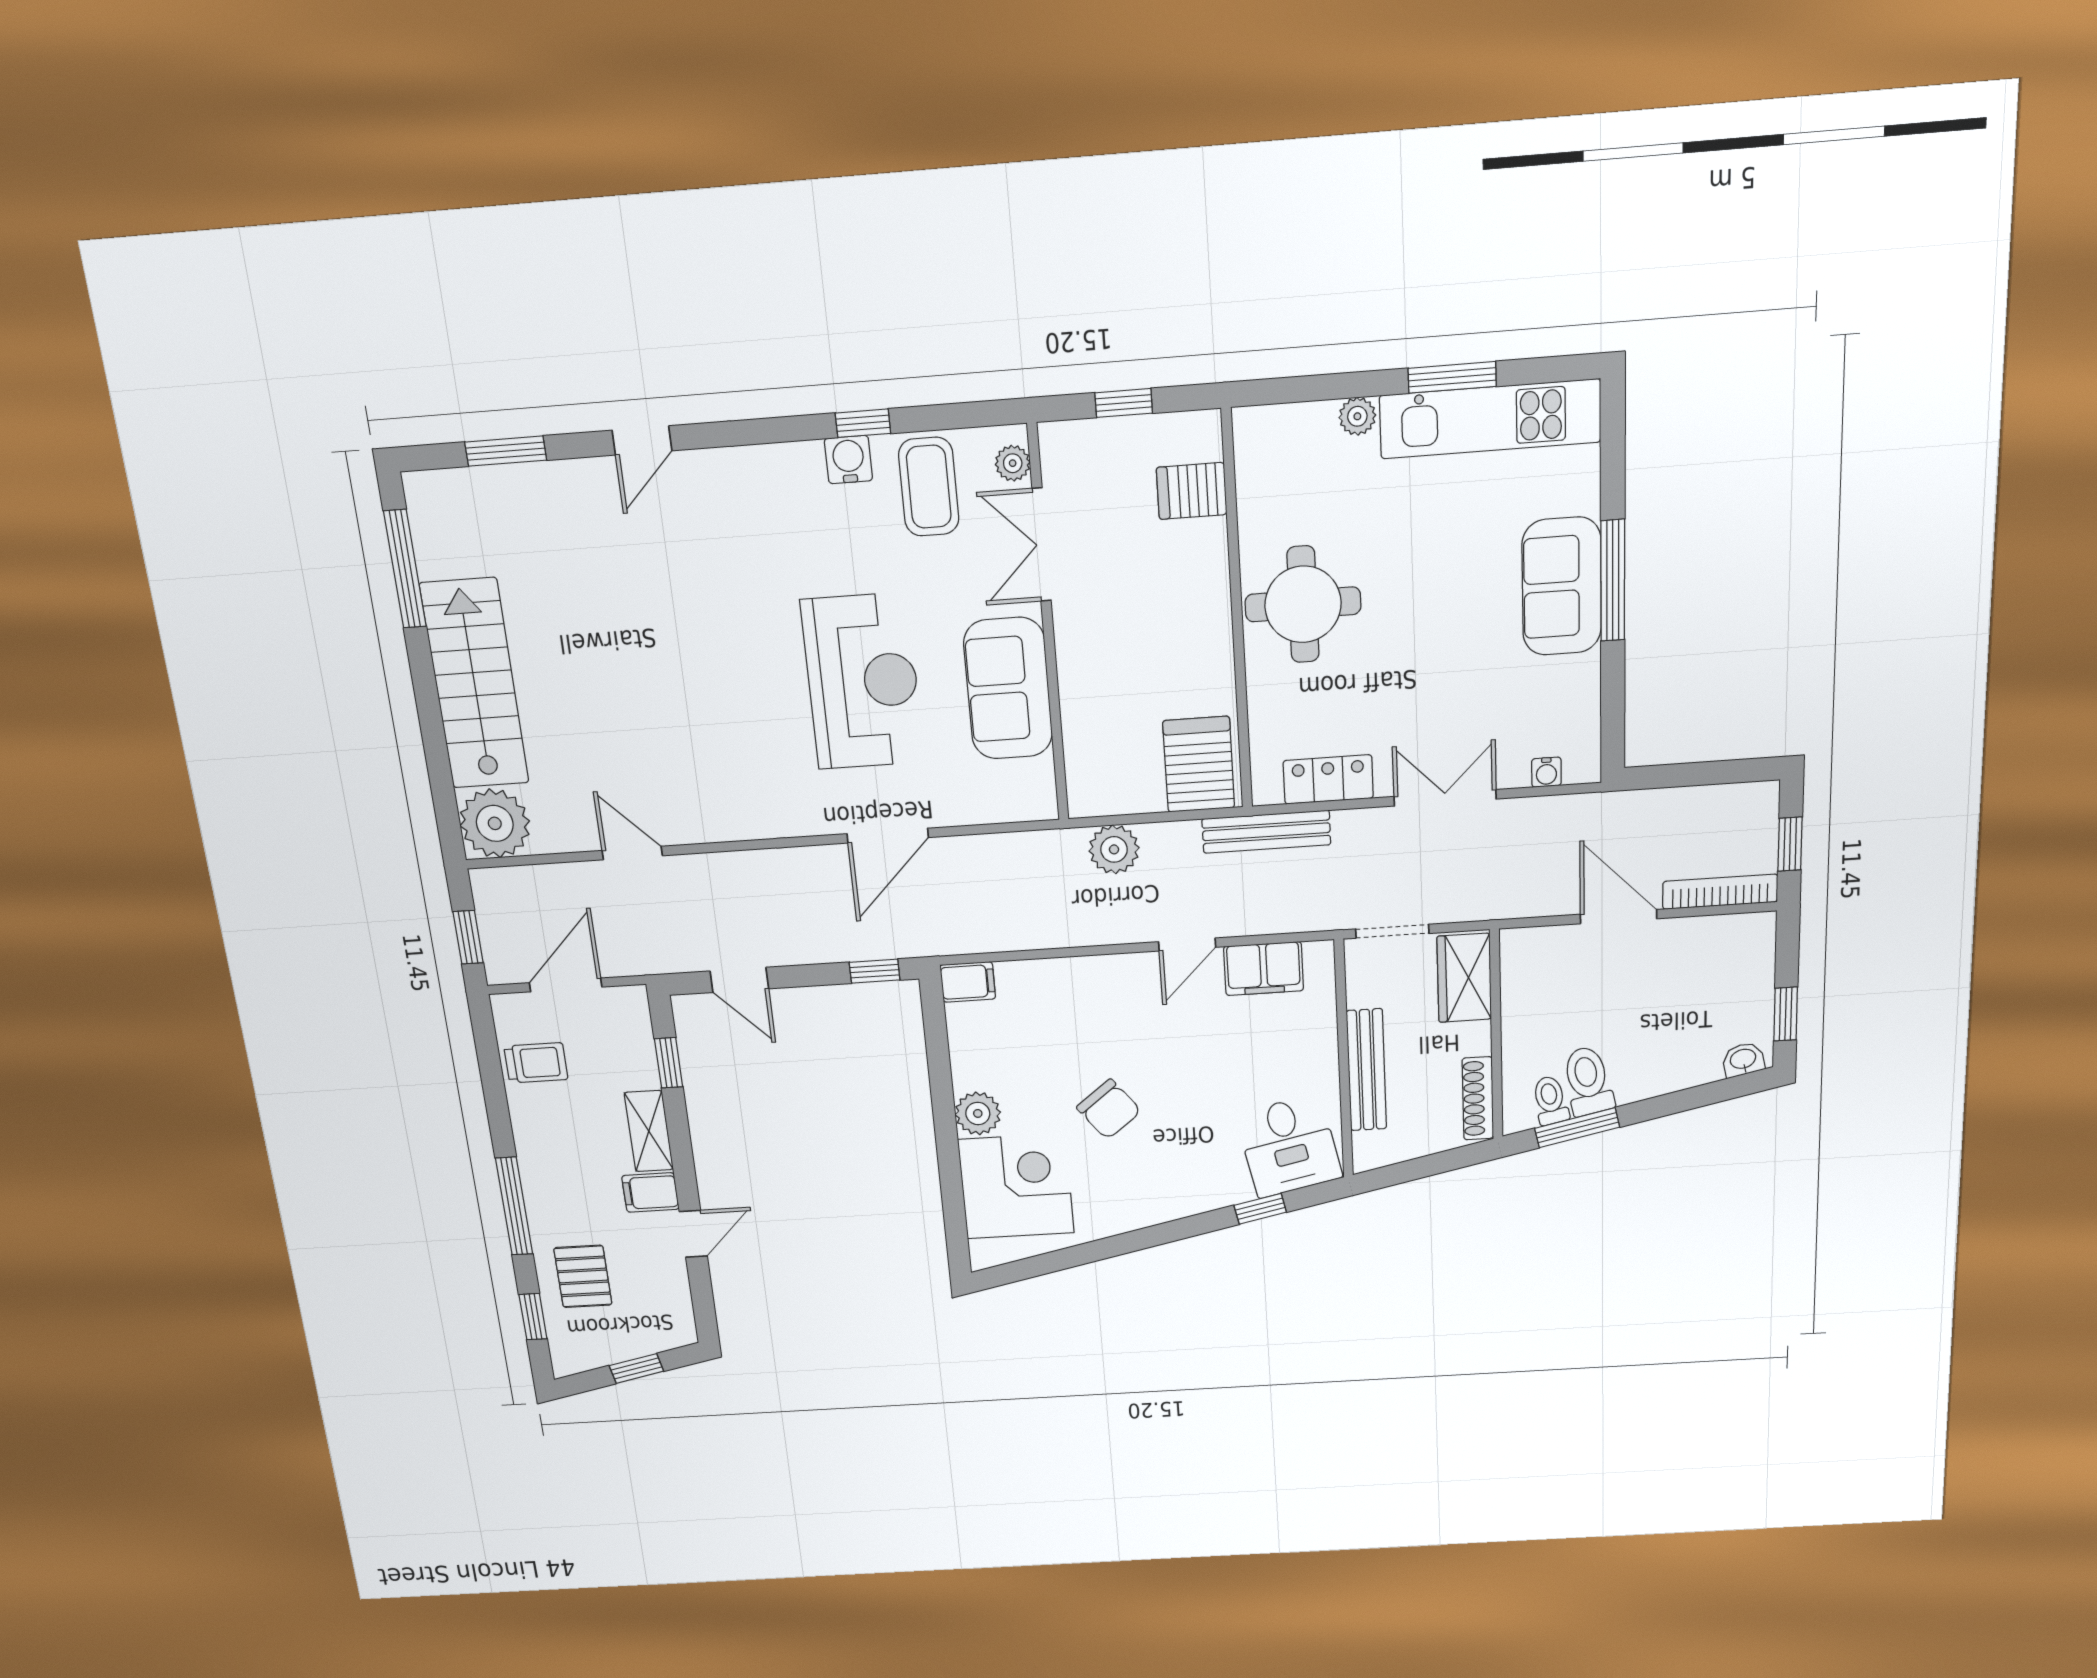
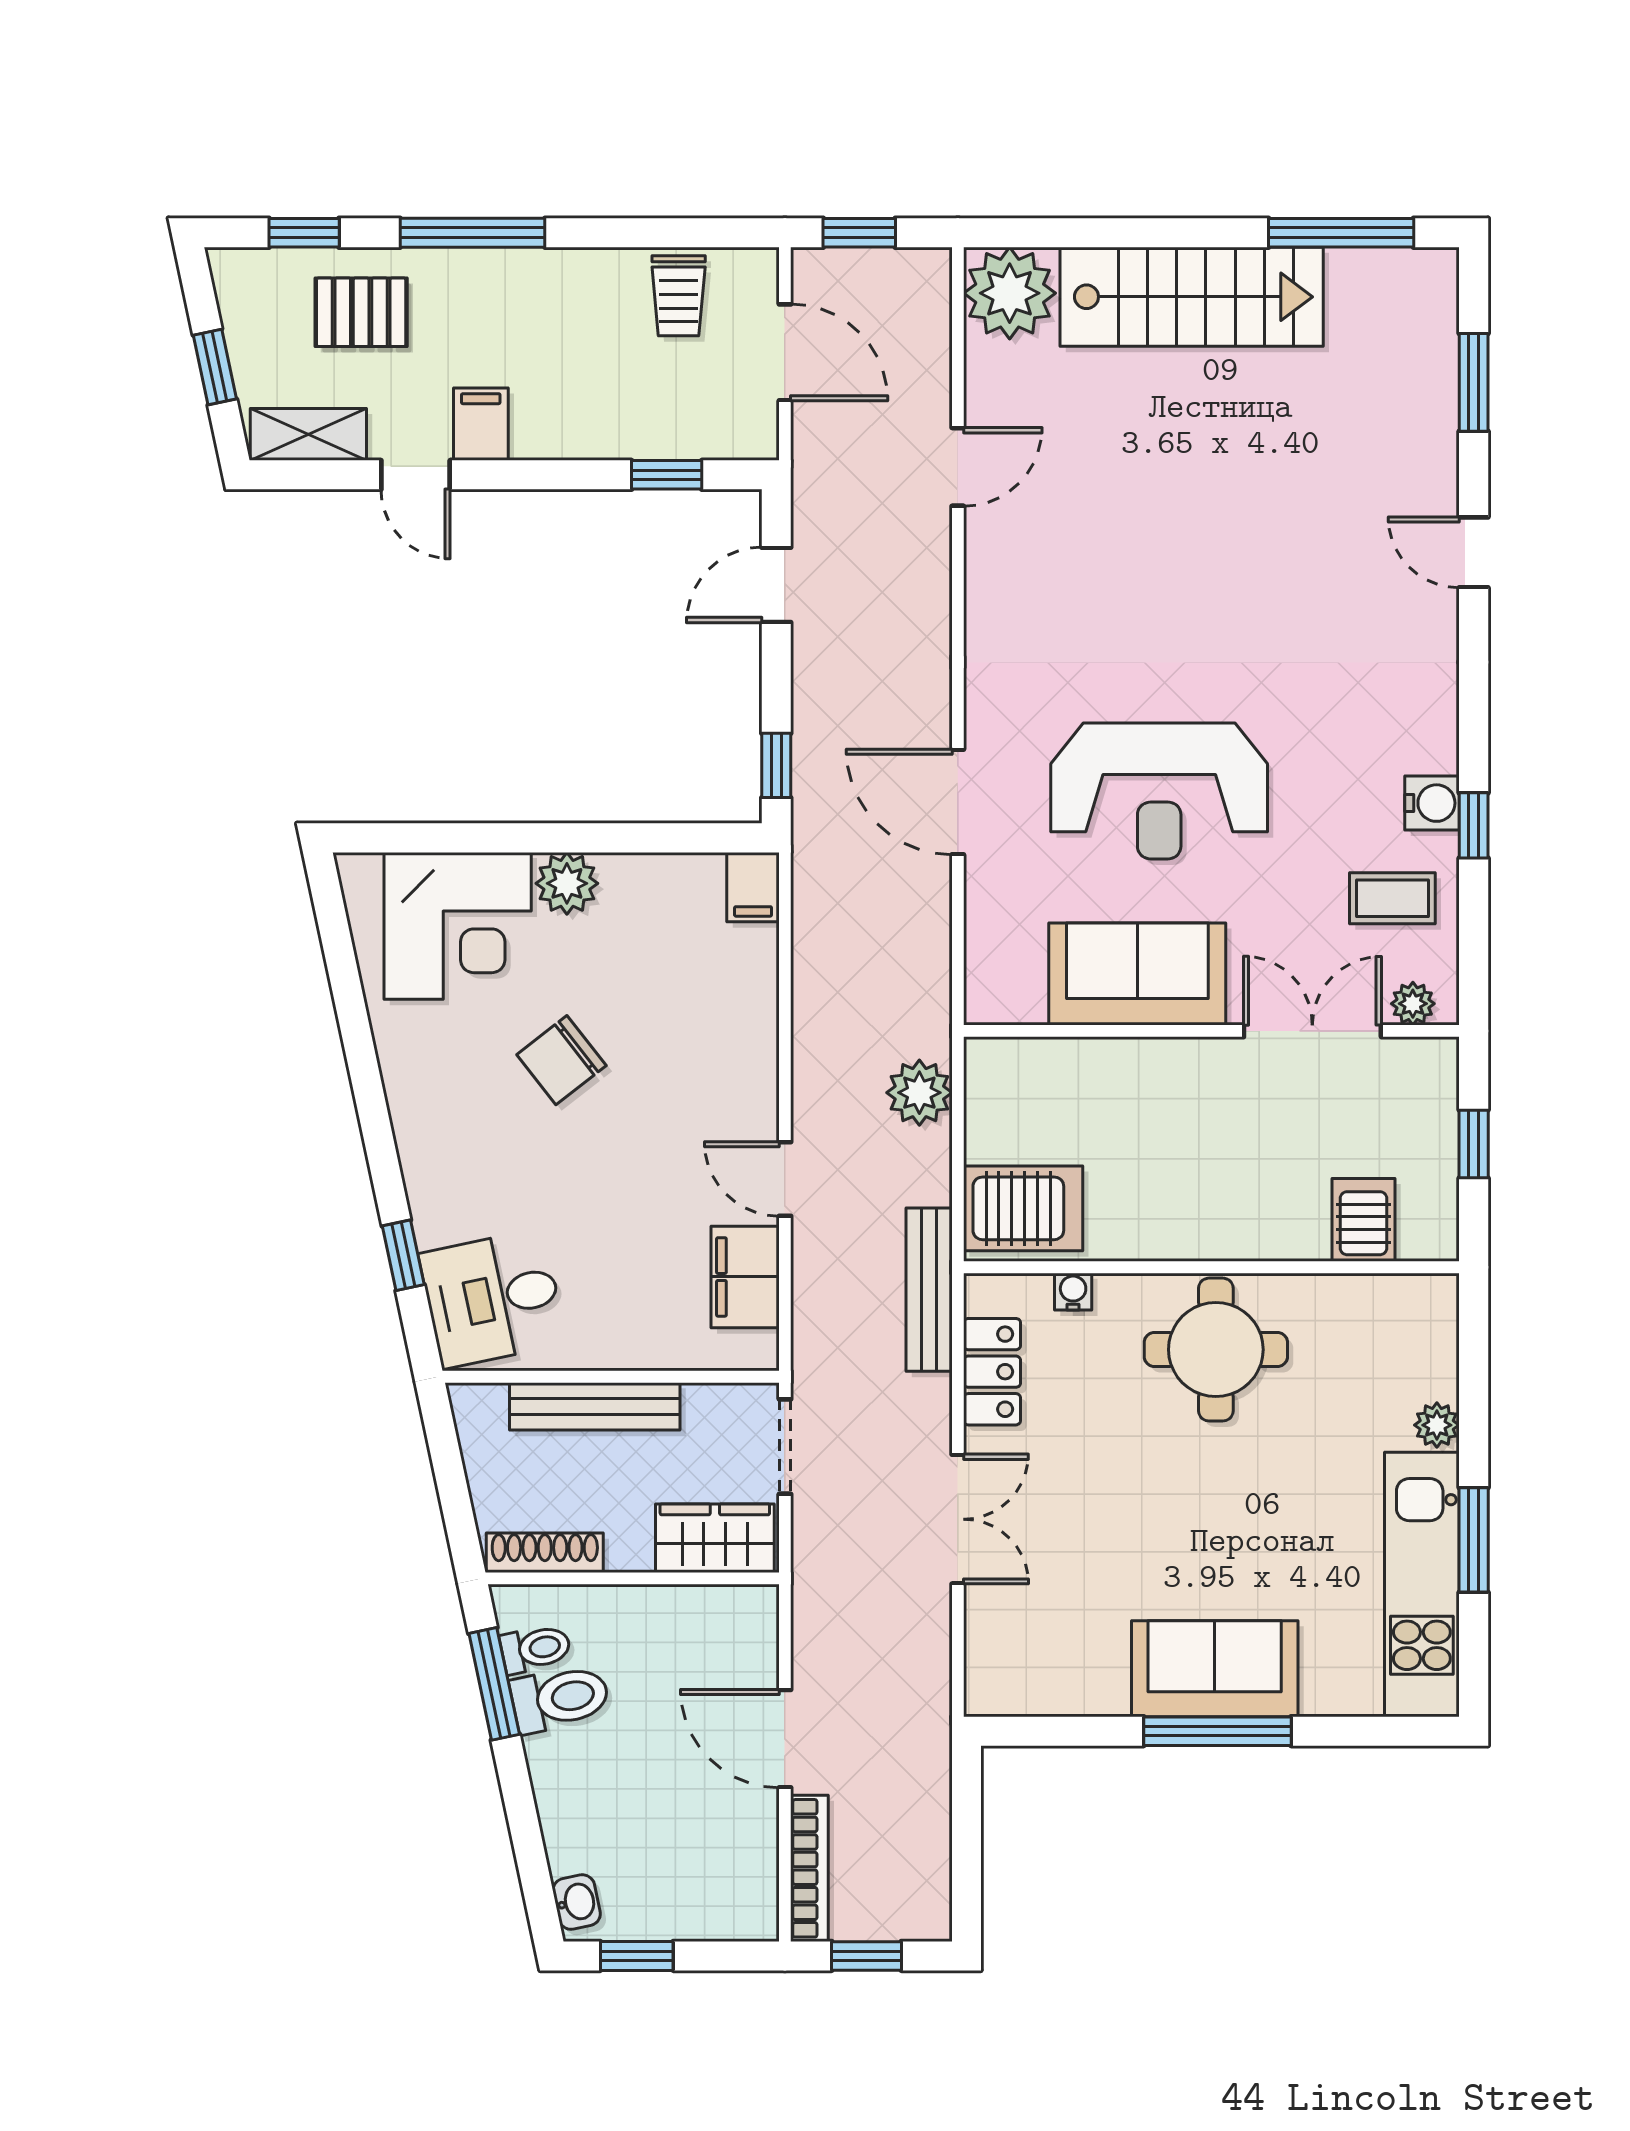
coffee table: (929, 487) -> (1392, 898), width x0.73, depth x0.77
water cooler: (1546, 772) -> (1073, 1292), moved, turned 90
door: (1619, 917) -> (785, 1739), swing flipped
shelving: (649, 1131) -> (308, 434), moved

